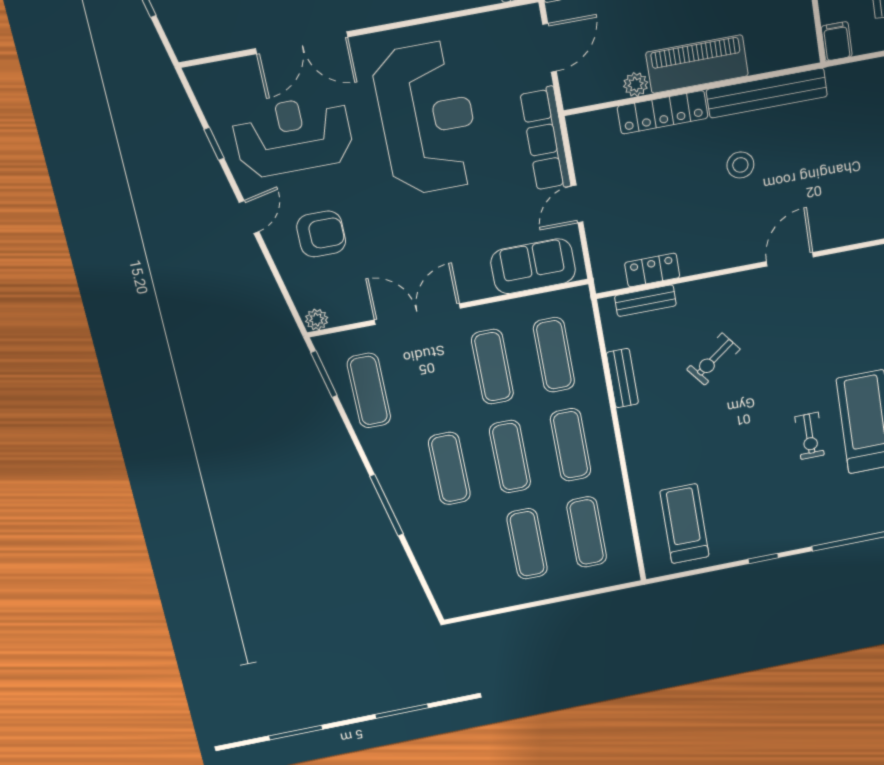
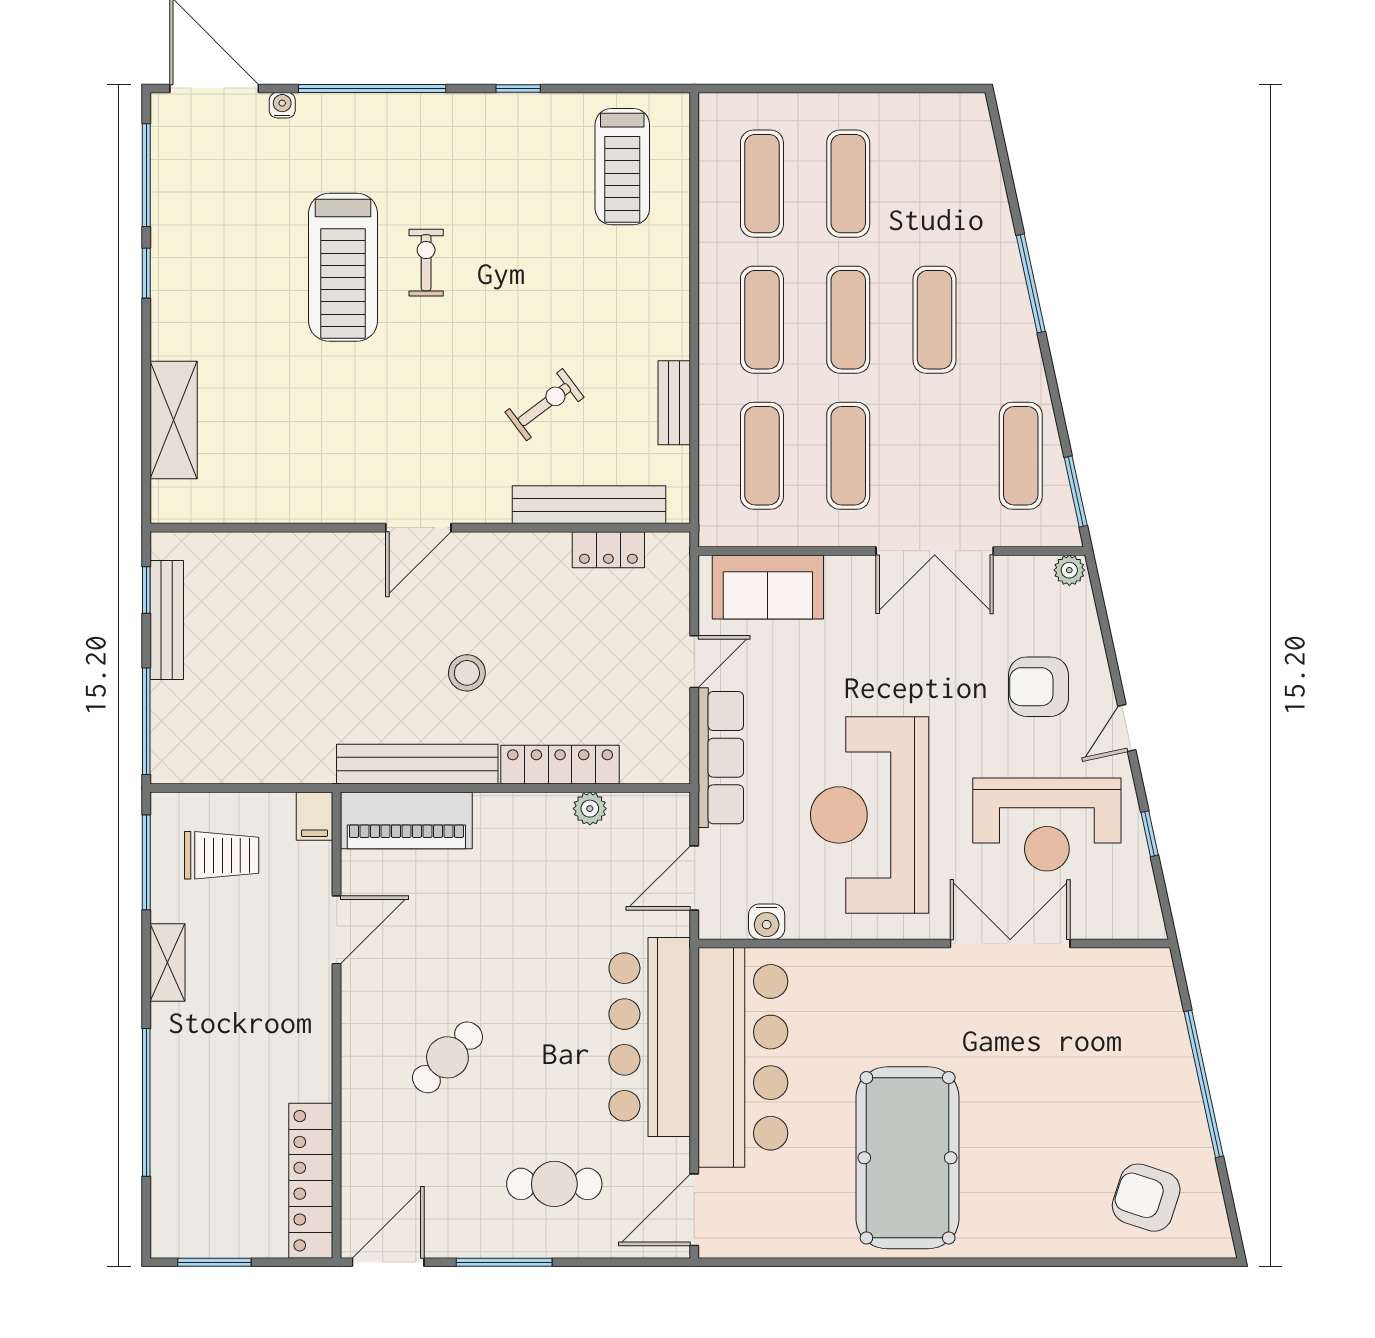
water cooler: (489, 25) -> (767, 922), added
piano: (697, 64) -> (406, 820), moved
bench: (645, 301) -> (589, 505), width x1.86, depth x1.21

